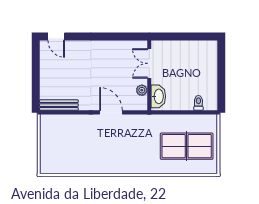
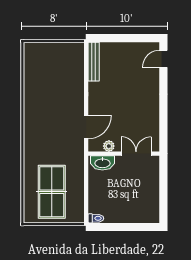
toilet: (198, 103) -> (96, 218), moved
door: (111, 112) -> (86, 127), moved

